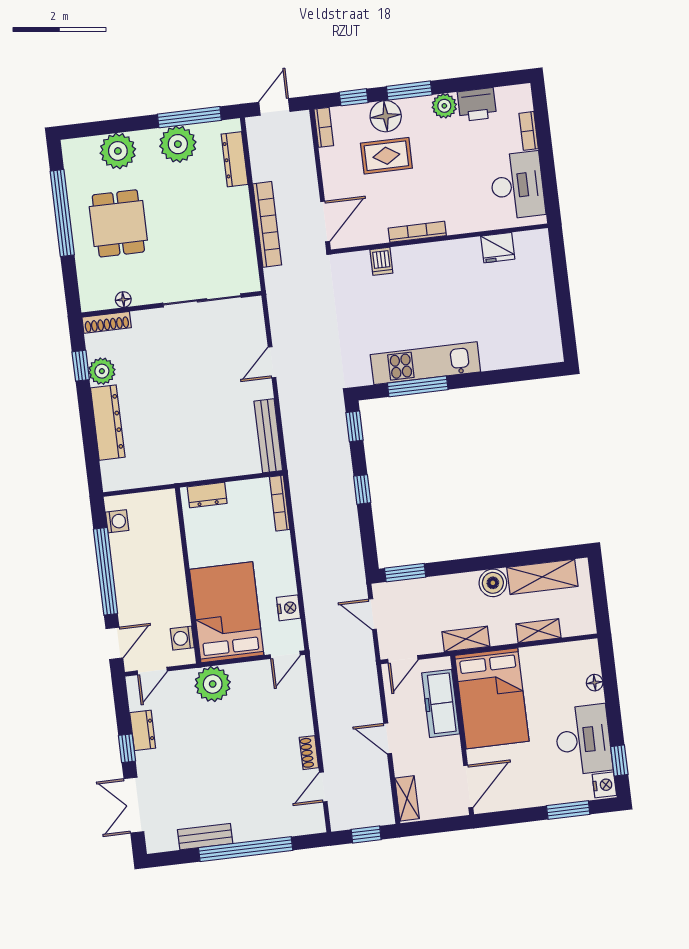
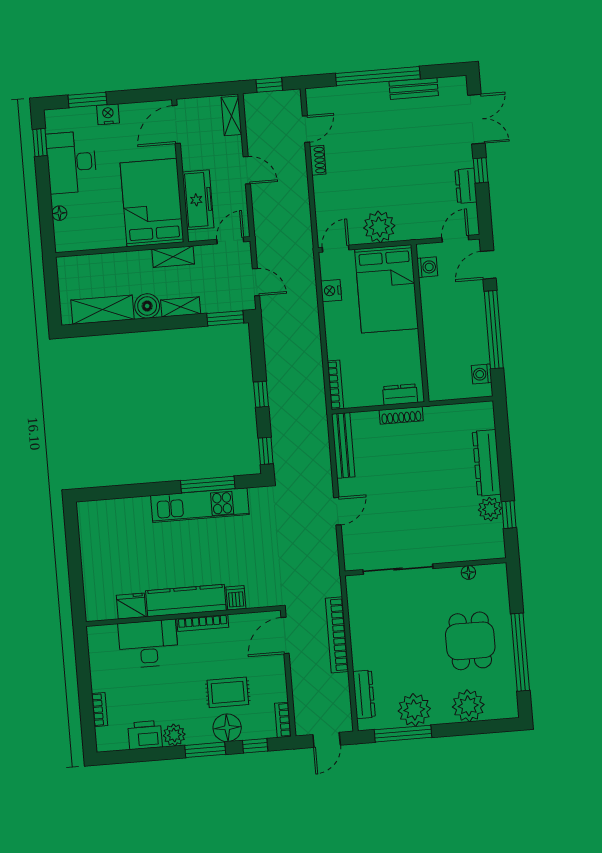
desk: (517, 185) -> (148, 644), moved, turned 90
kitchen counter: (437, 256) -> (186, 601), added
shoe rack: (107, 322) -> (401, 415), moved, turned 180
shelving: (538, 631) -> (181, 307), moved
plant: (213, 684) -> (379, 227), moved
nightstand: (604, 785) -> (108, 114), moved, turned 90

